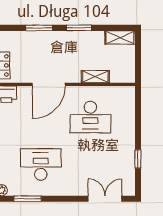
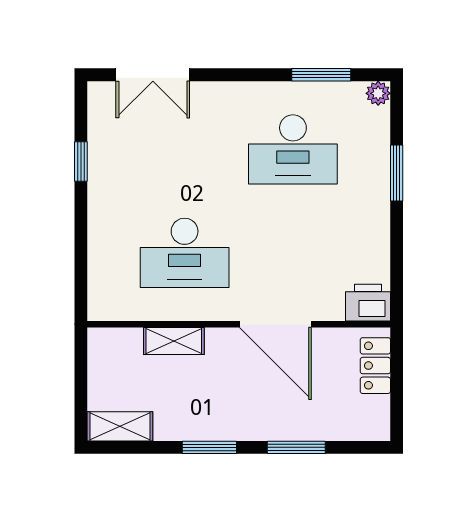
door: (49, 84) -> (275, 324), swing flipped
desk: (90, 117) -> (185, 253), turned 180

